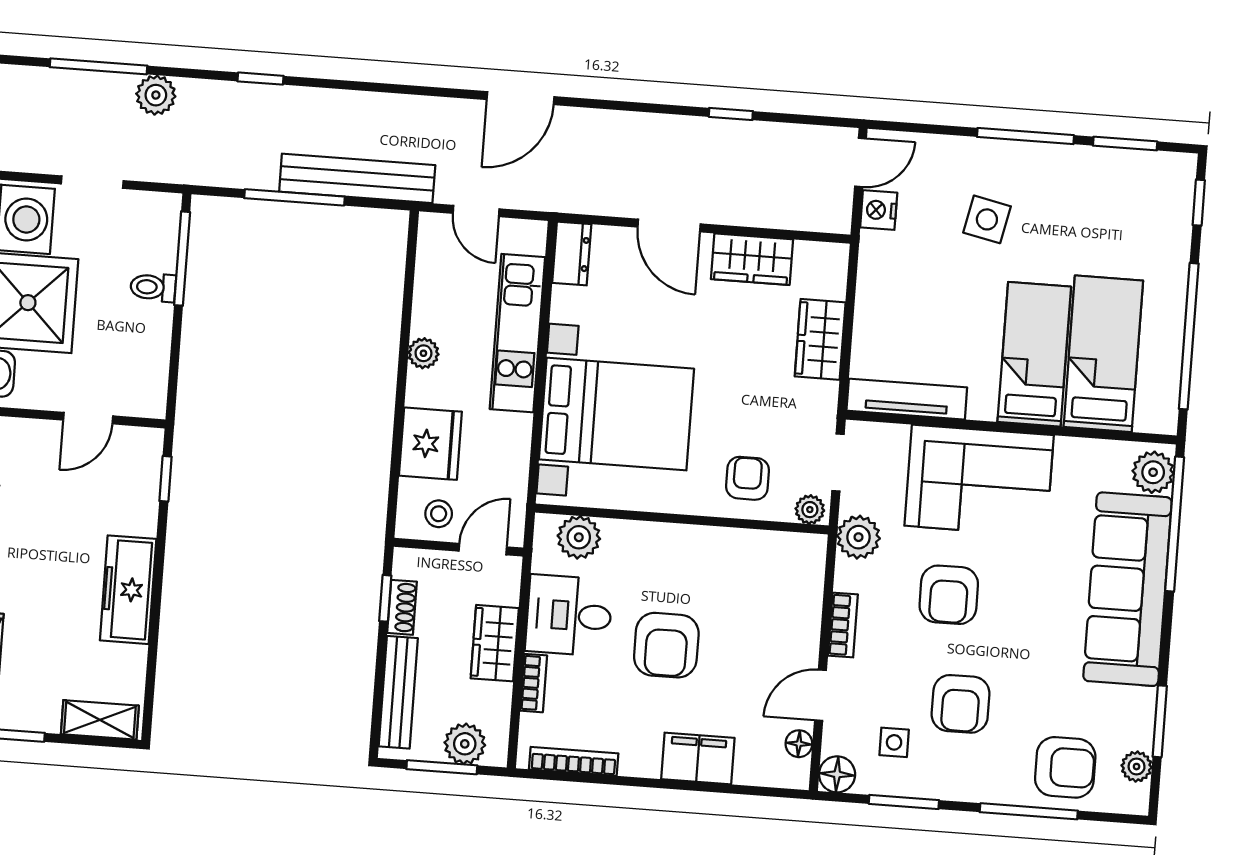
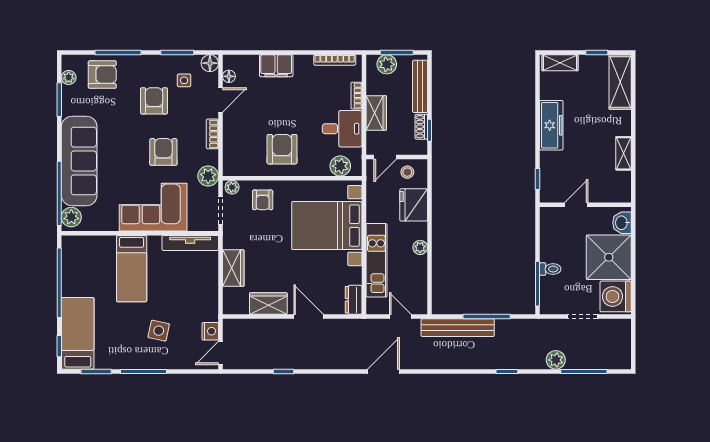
bed: (1103, 354) -> (78, 333), moved, turned 180
armchair: (666, 645) -> (282, 149), moved
armchair: (1065, 767) -> (102, 75), turned 180

